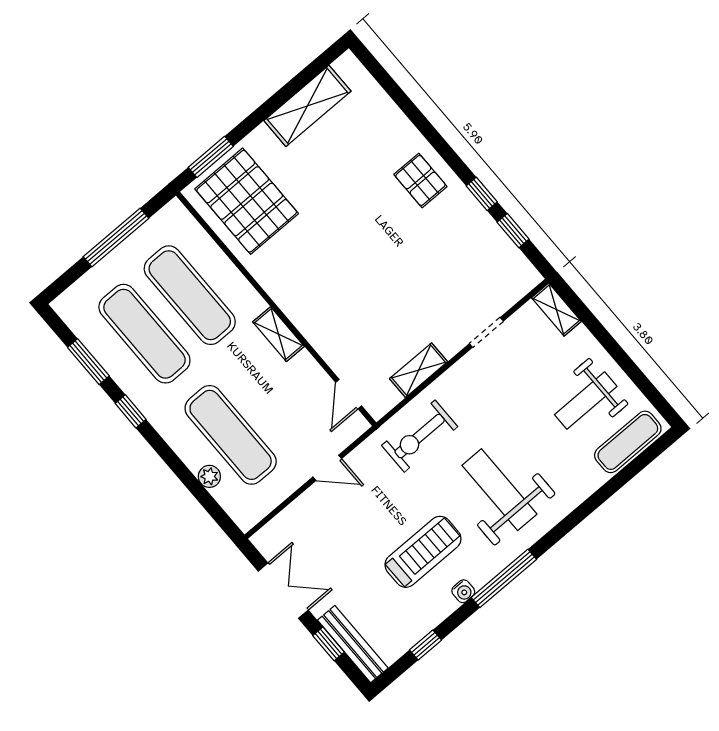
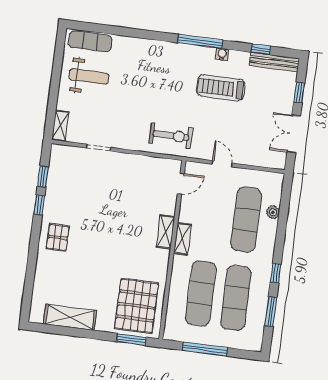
shelving: (419, 370) -> (166, 232), moved, turned 90
weight bench: (499, 490) -> (163, 79), removed
bench: (353, 644) -> (274, 62), moved, turned 90

